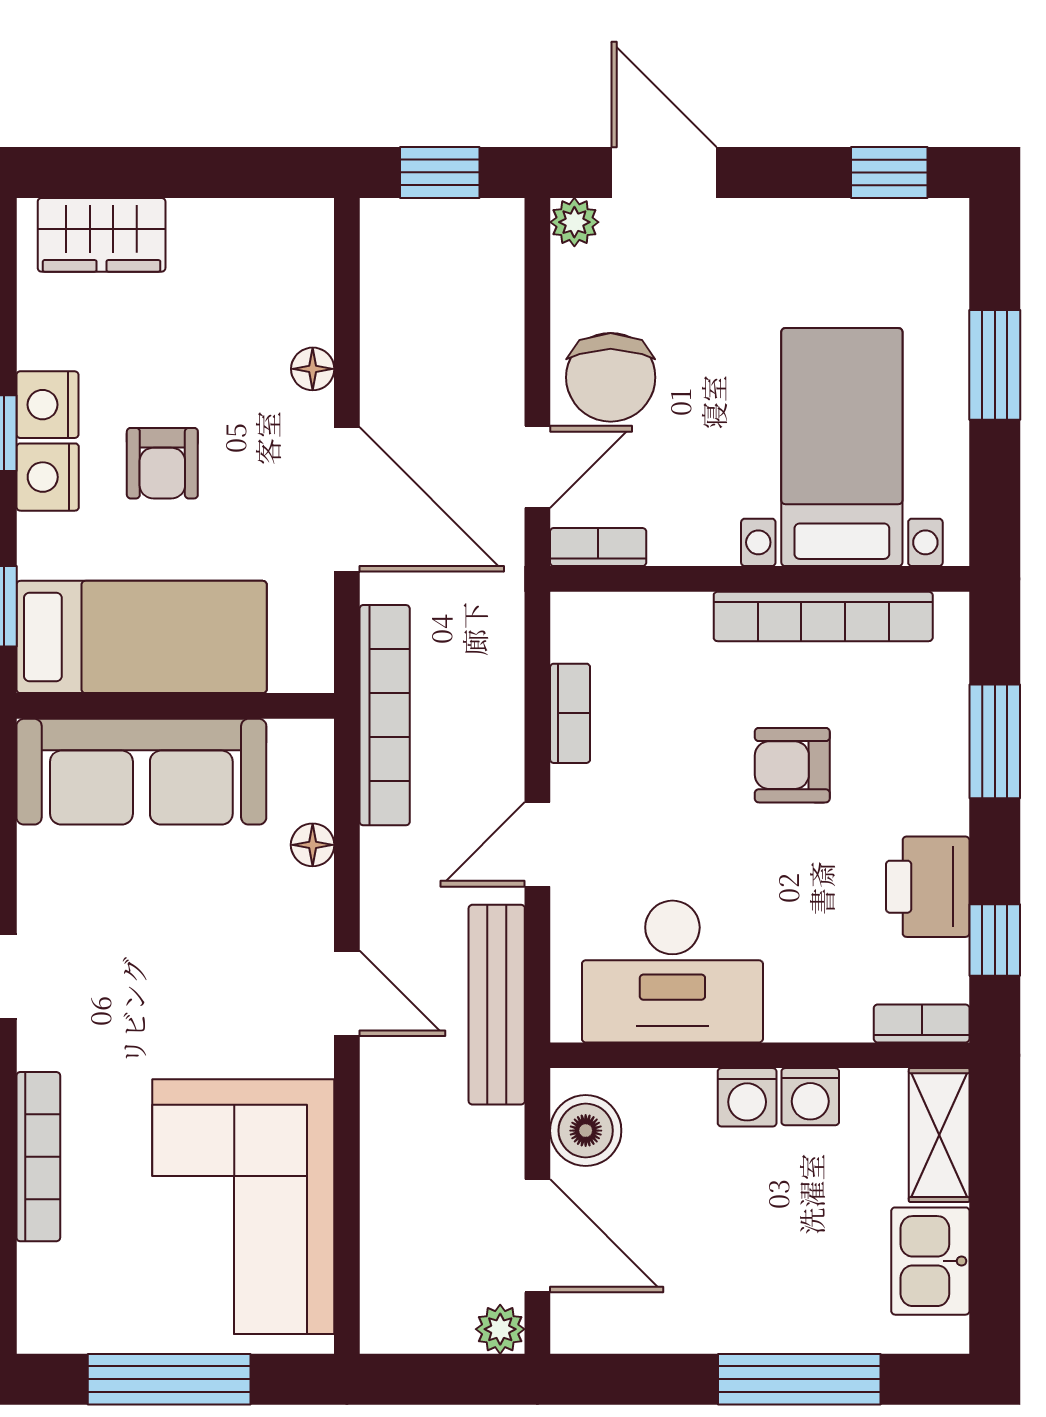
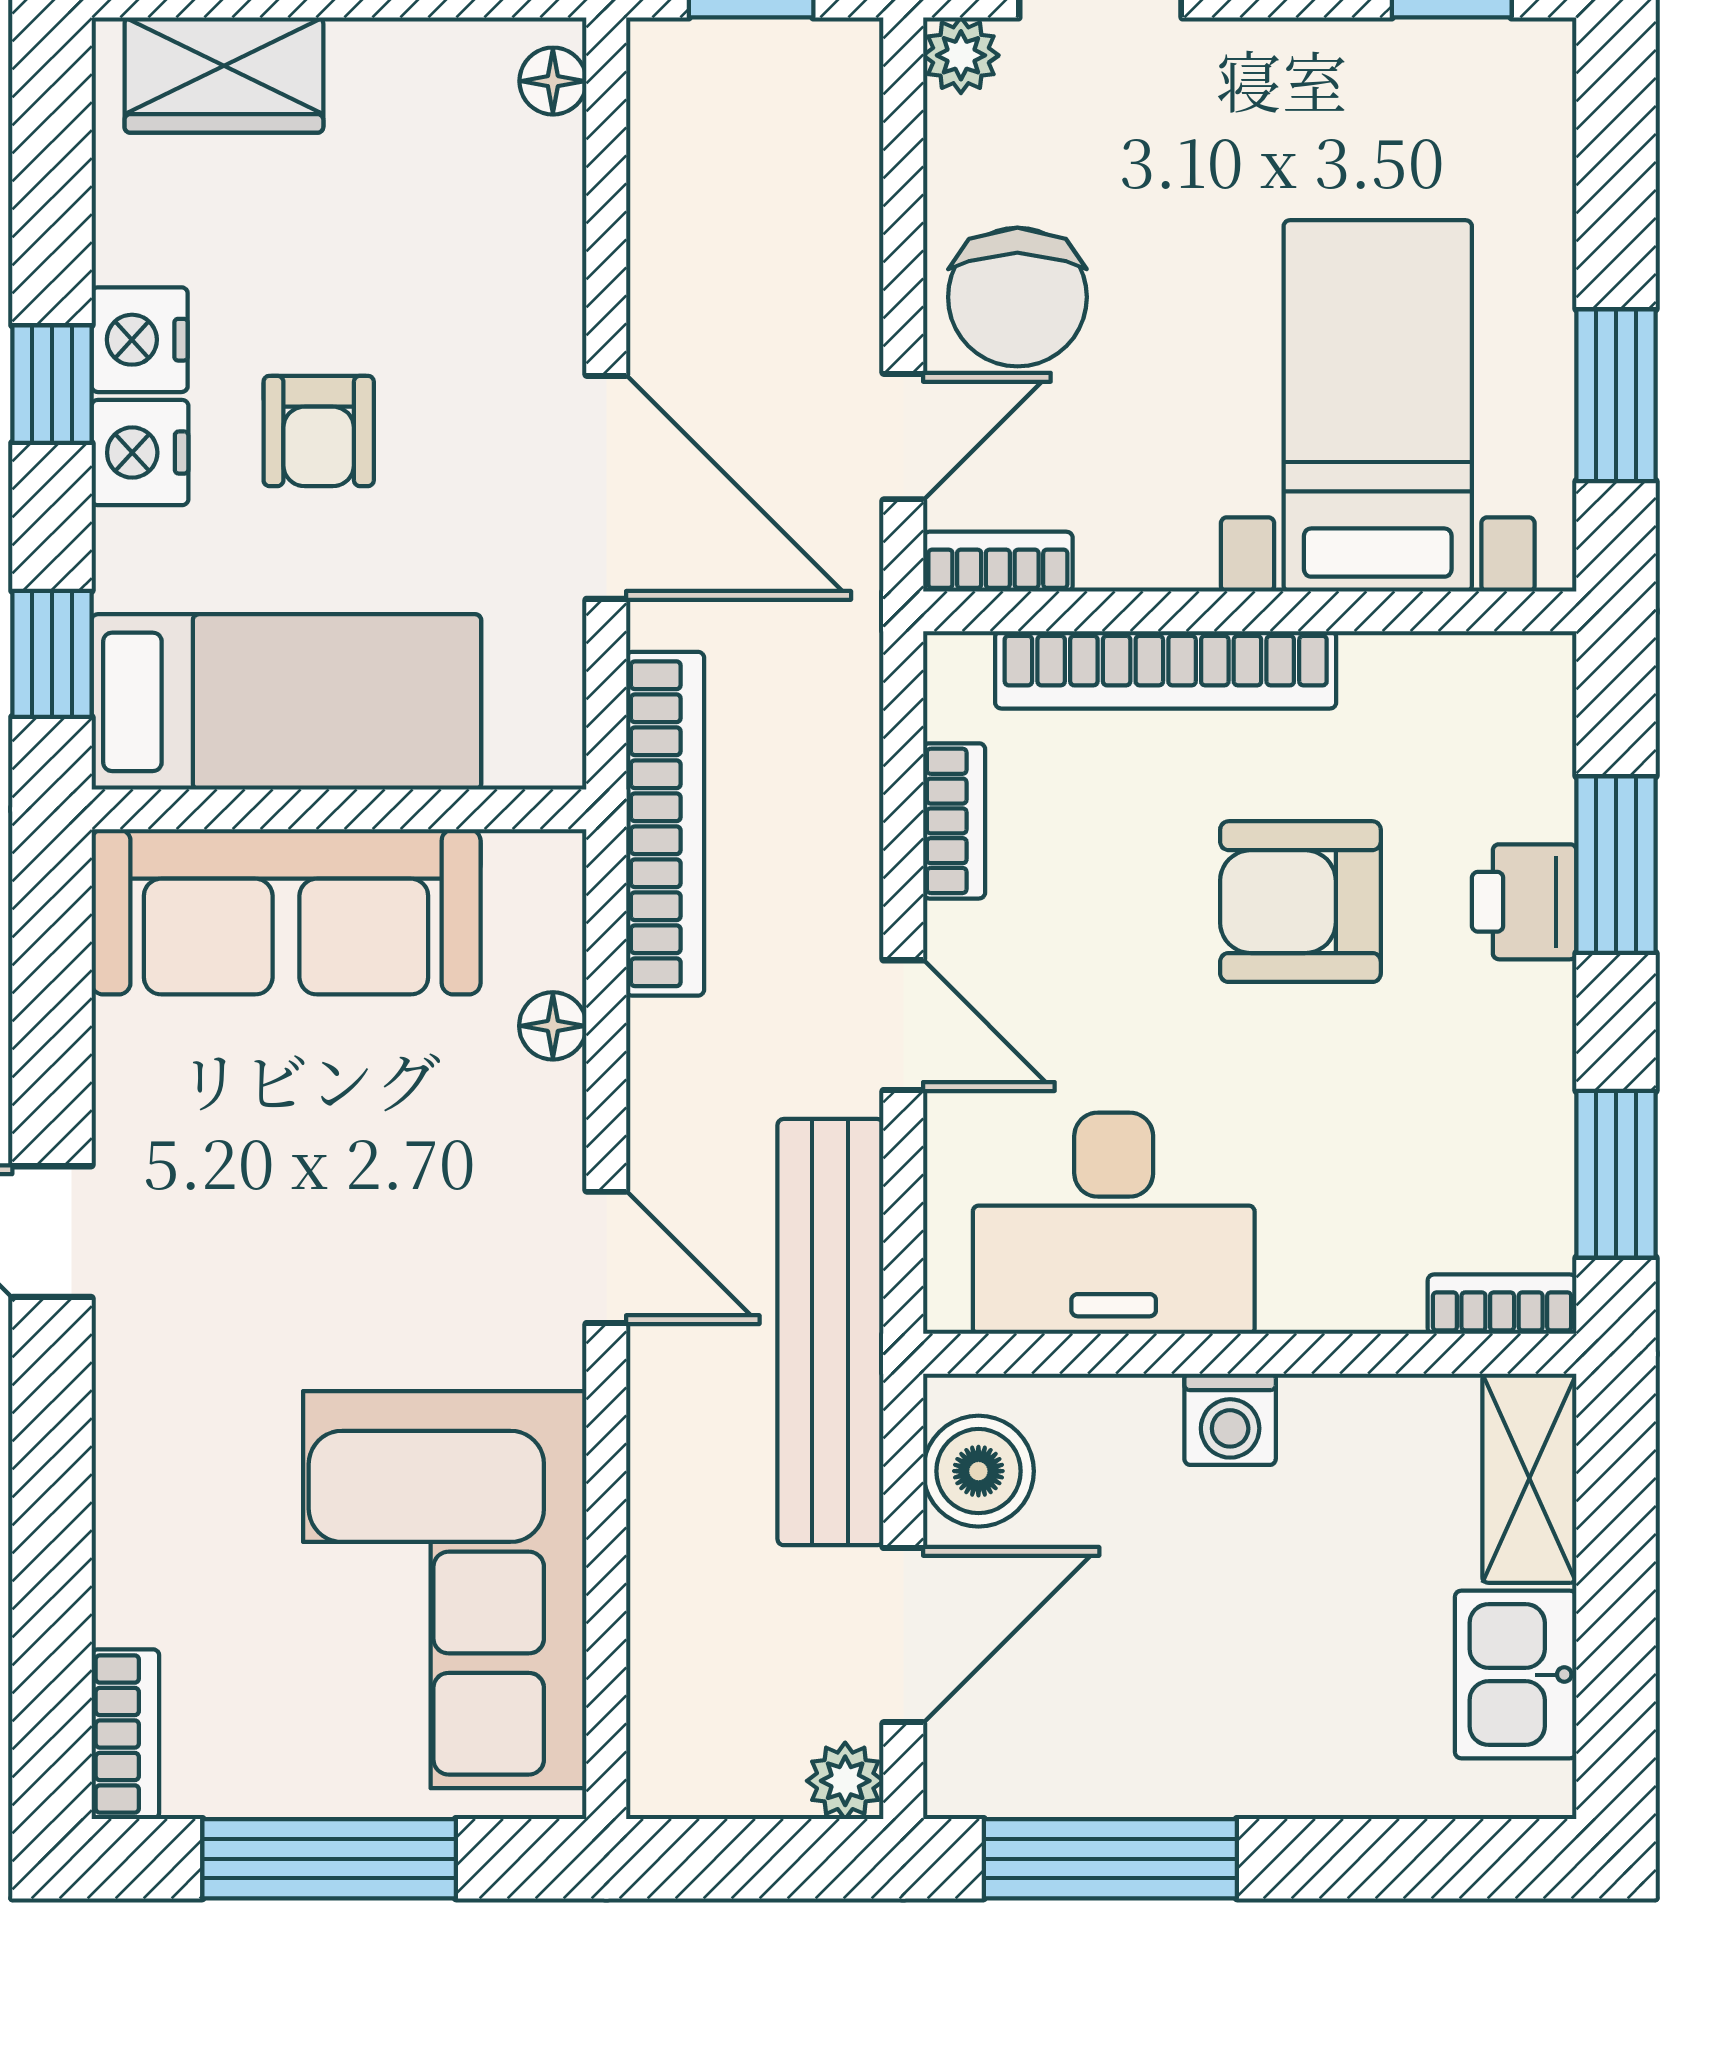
window: (995, 365) -> (1616, 395), moved
floor lamp: (313, 369) -> (553, 81), moved
bookcase: (823, 616) -> (1166, 670), moved
armchair: (792, 765) -> (1300, 902), width x1.38, depth x1.38
door: (537, 844) -> (903, 1025), swing flipped
printer: (928, 887) -> (1524, 902), moved, width x0.73, depth x0.81
window: (995, 940) -> (1616, 1174), width x1.50
bench: (497, 1005) -> (830, 1332), width x1.37, depth x1.21
washing machine: (810, 1097) -> (1328, 1418), removed
bookcase: (38, 1157) -> (125, 1734), moved, width x0.64
door: (537, 1236) -> (903, 1635), hinge flipped
window: (799, 1379) -> (1110, 1859), moved

